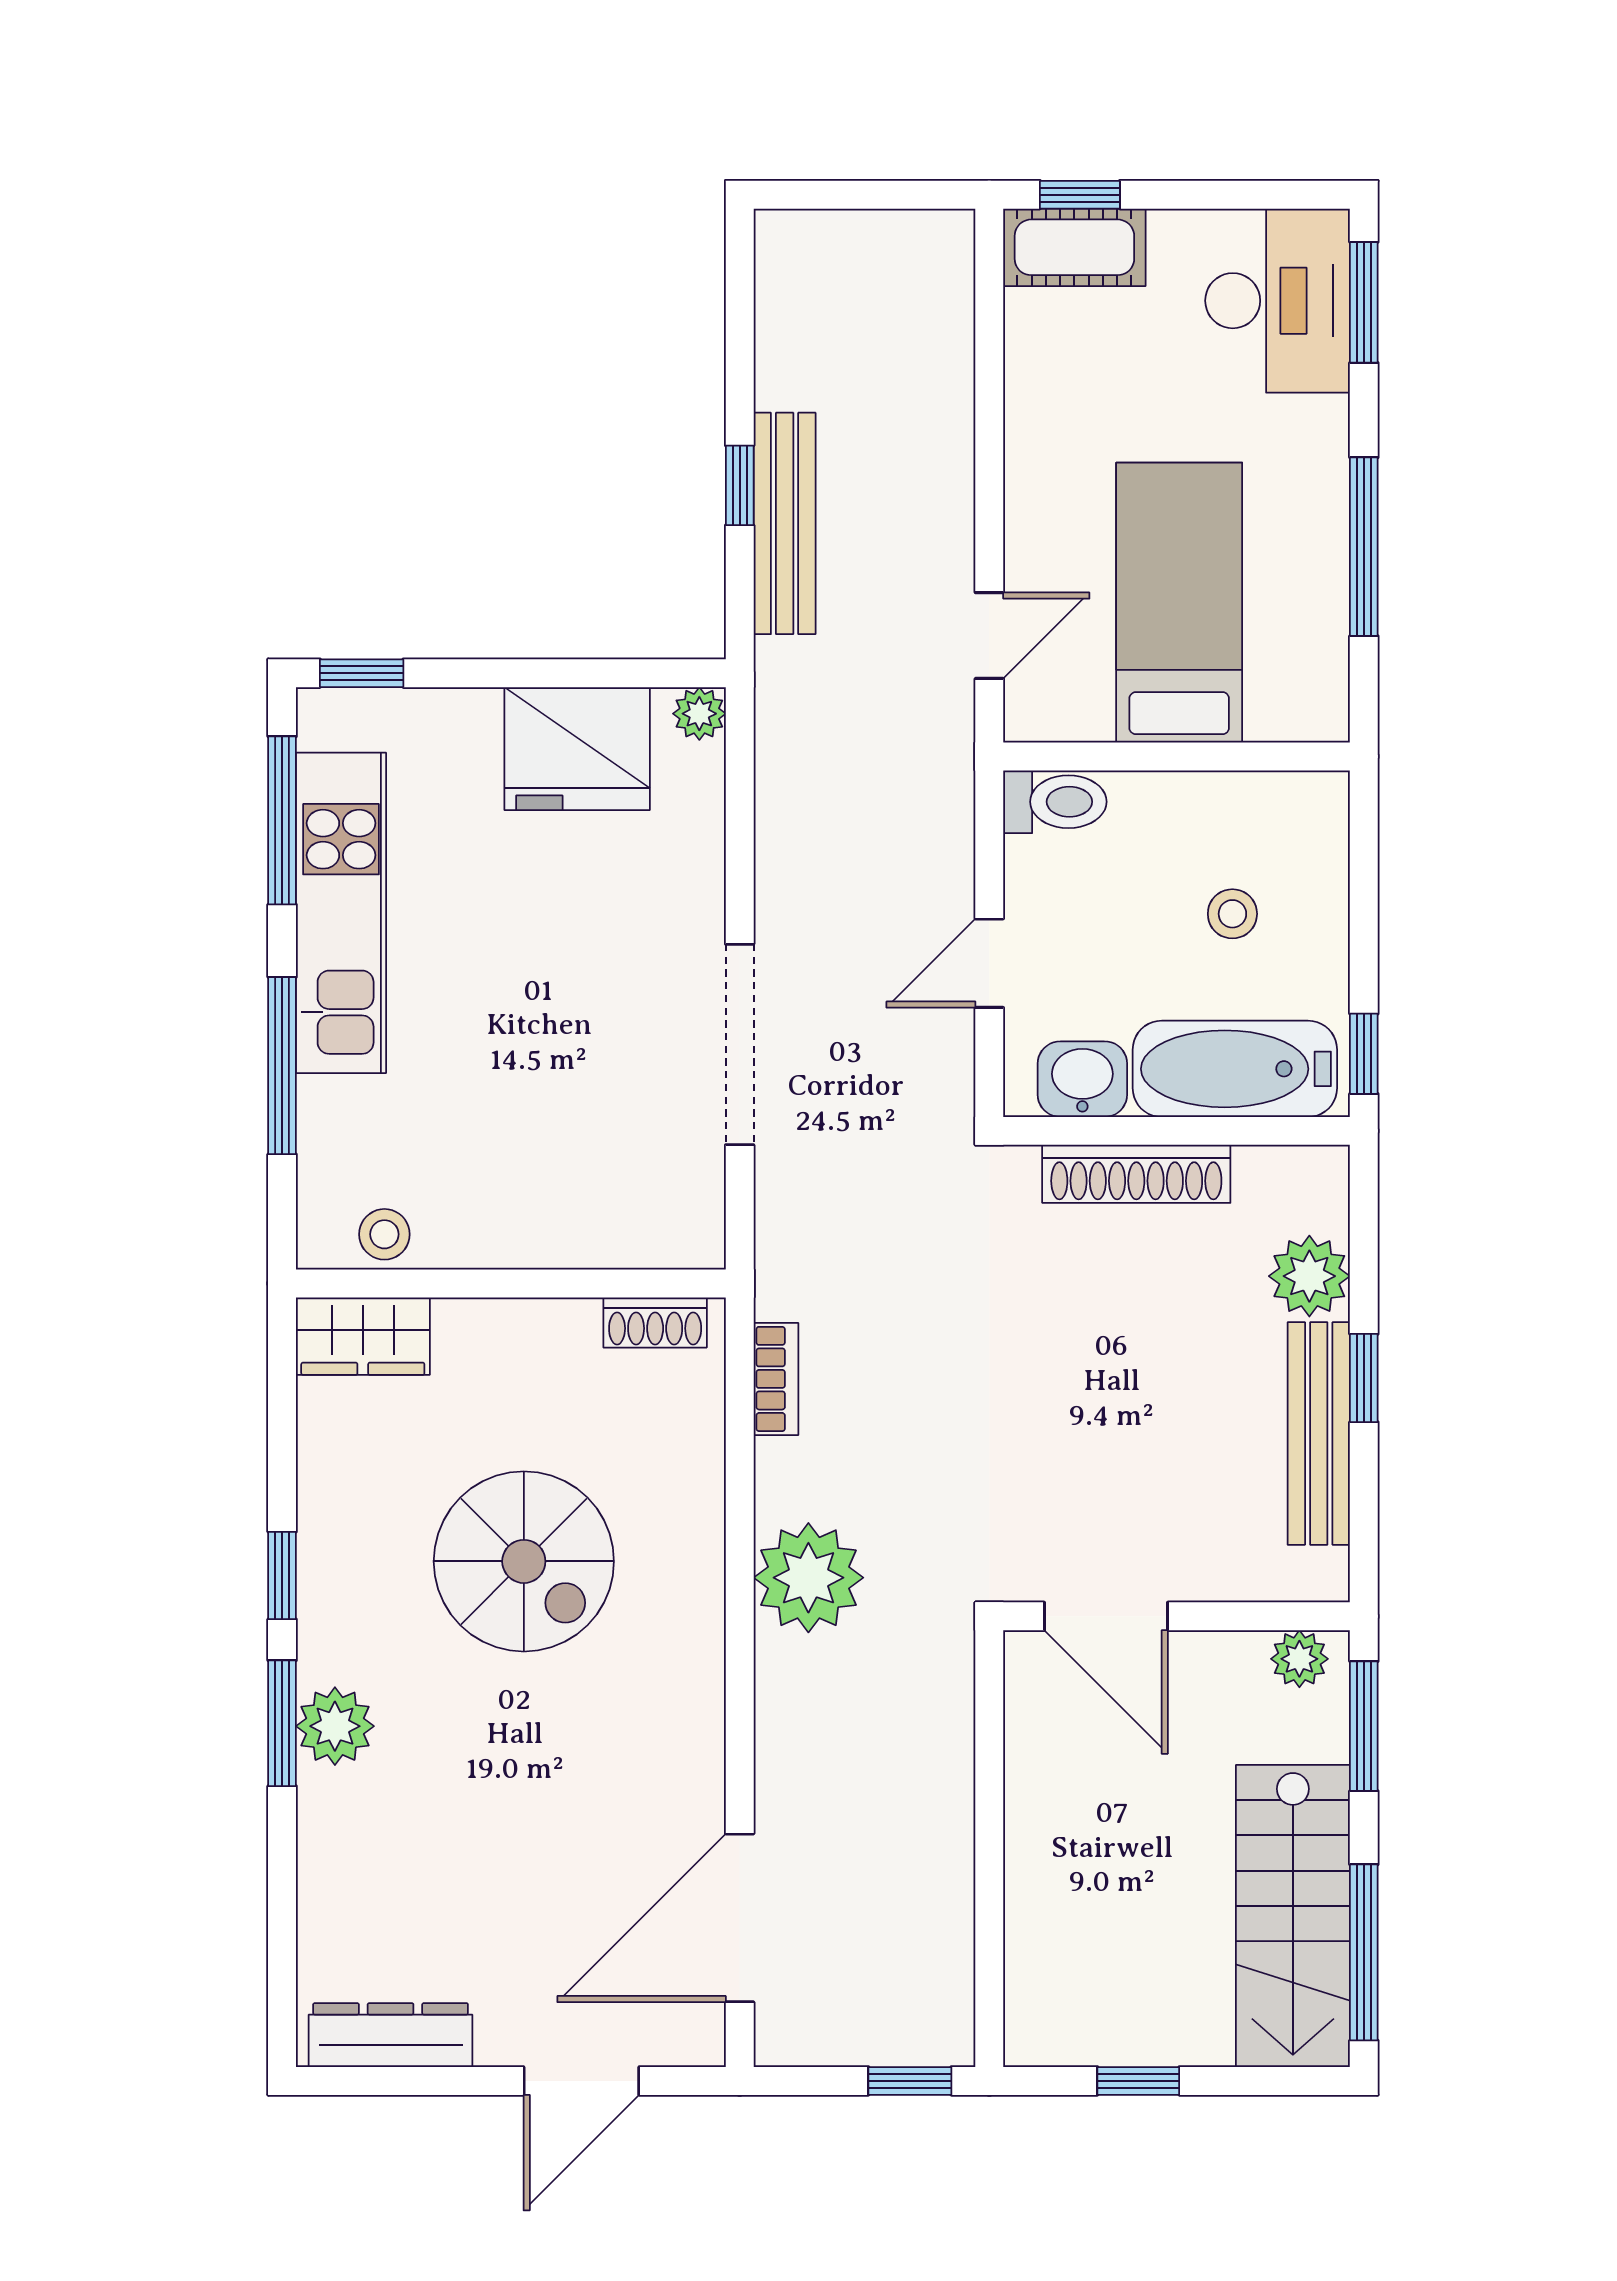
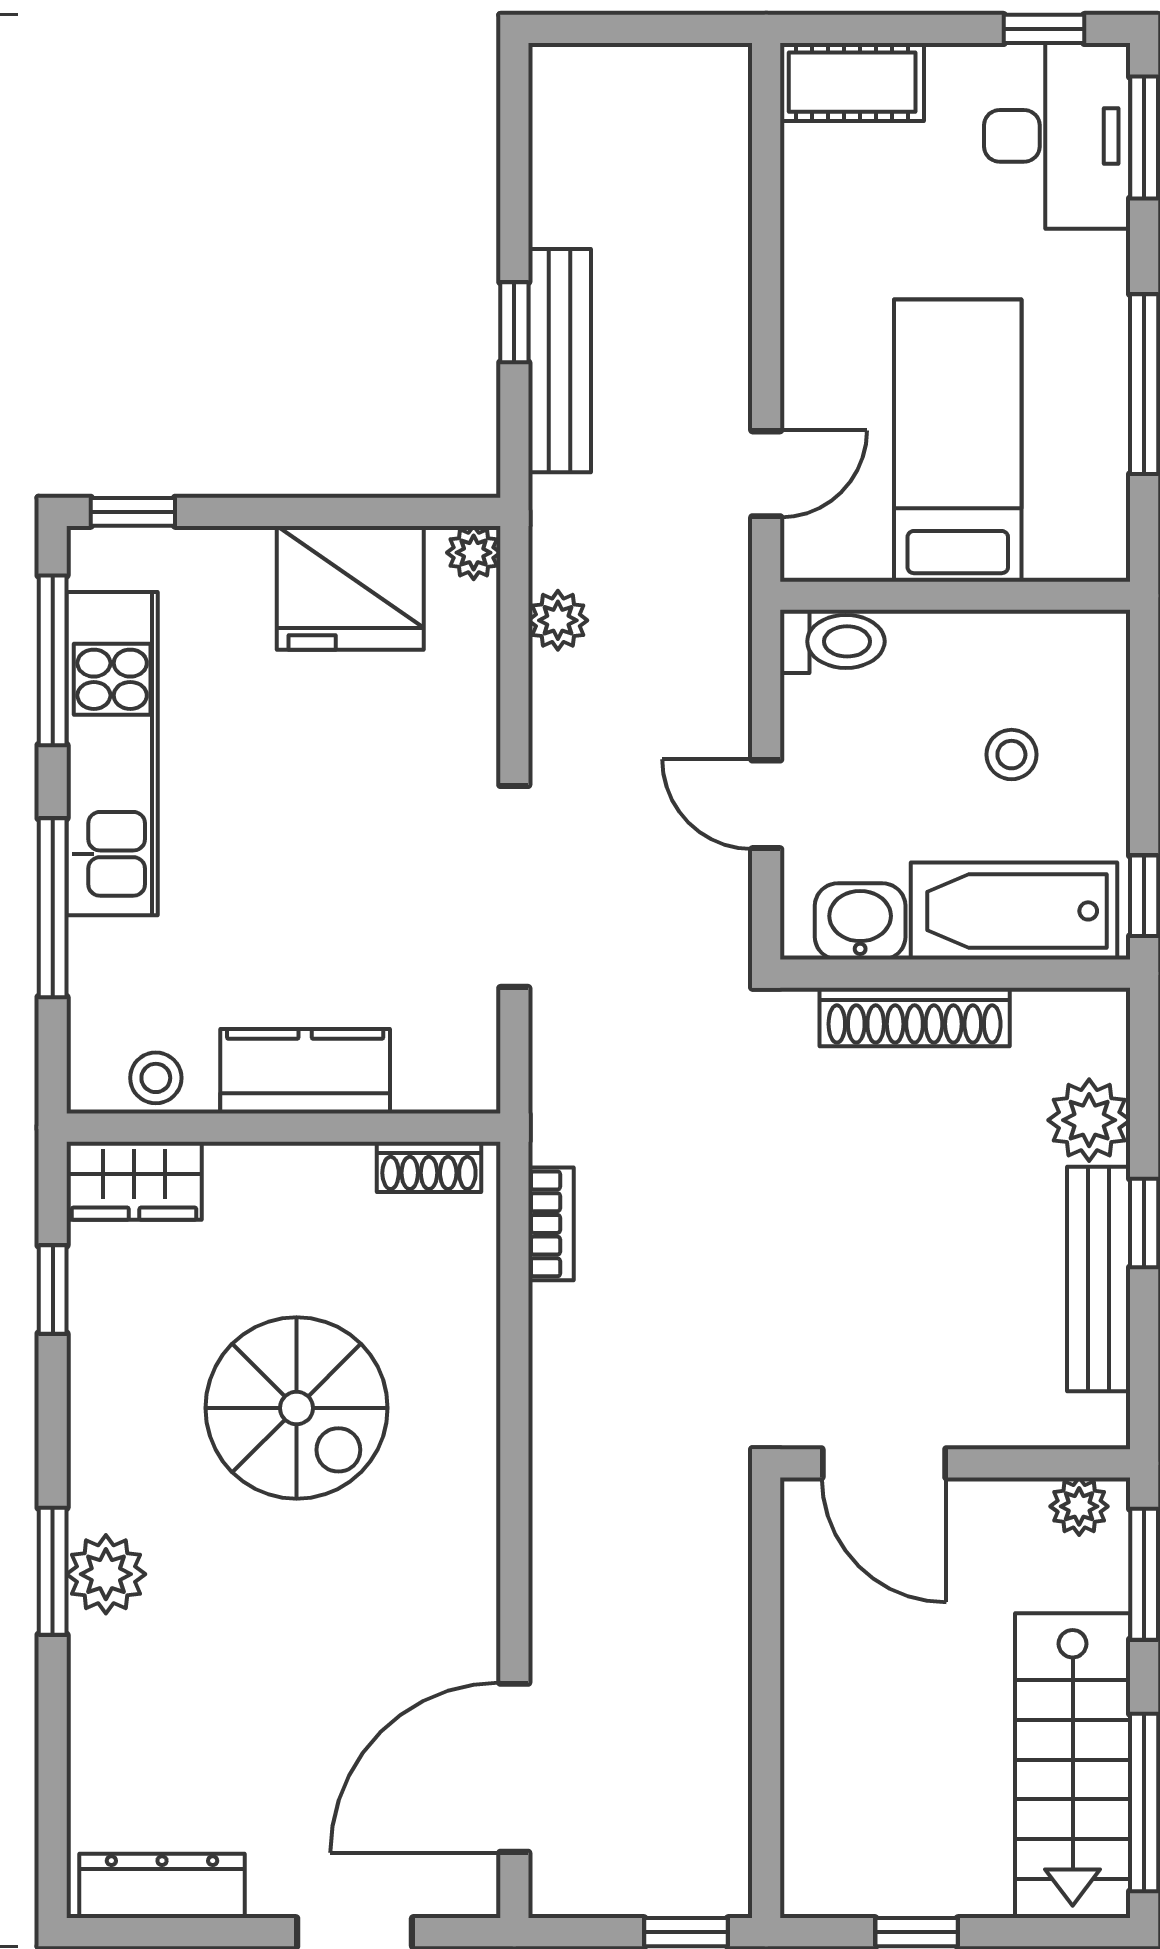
window: (1080, 195) -> (1044, 29), moved
door: (989, 963) -> (766, 804), hinge flipped
kitchen counter: (532, 1228) -> (305, 1071), added
window: (282, 1575) -> (53, 1290), moved
plant: (808, 1578) -> (558, 620), moved, width x0.53, depth x0.53

